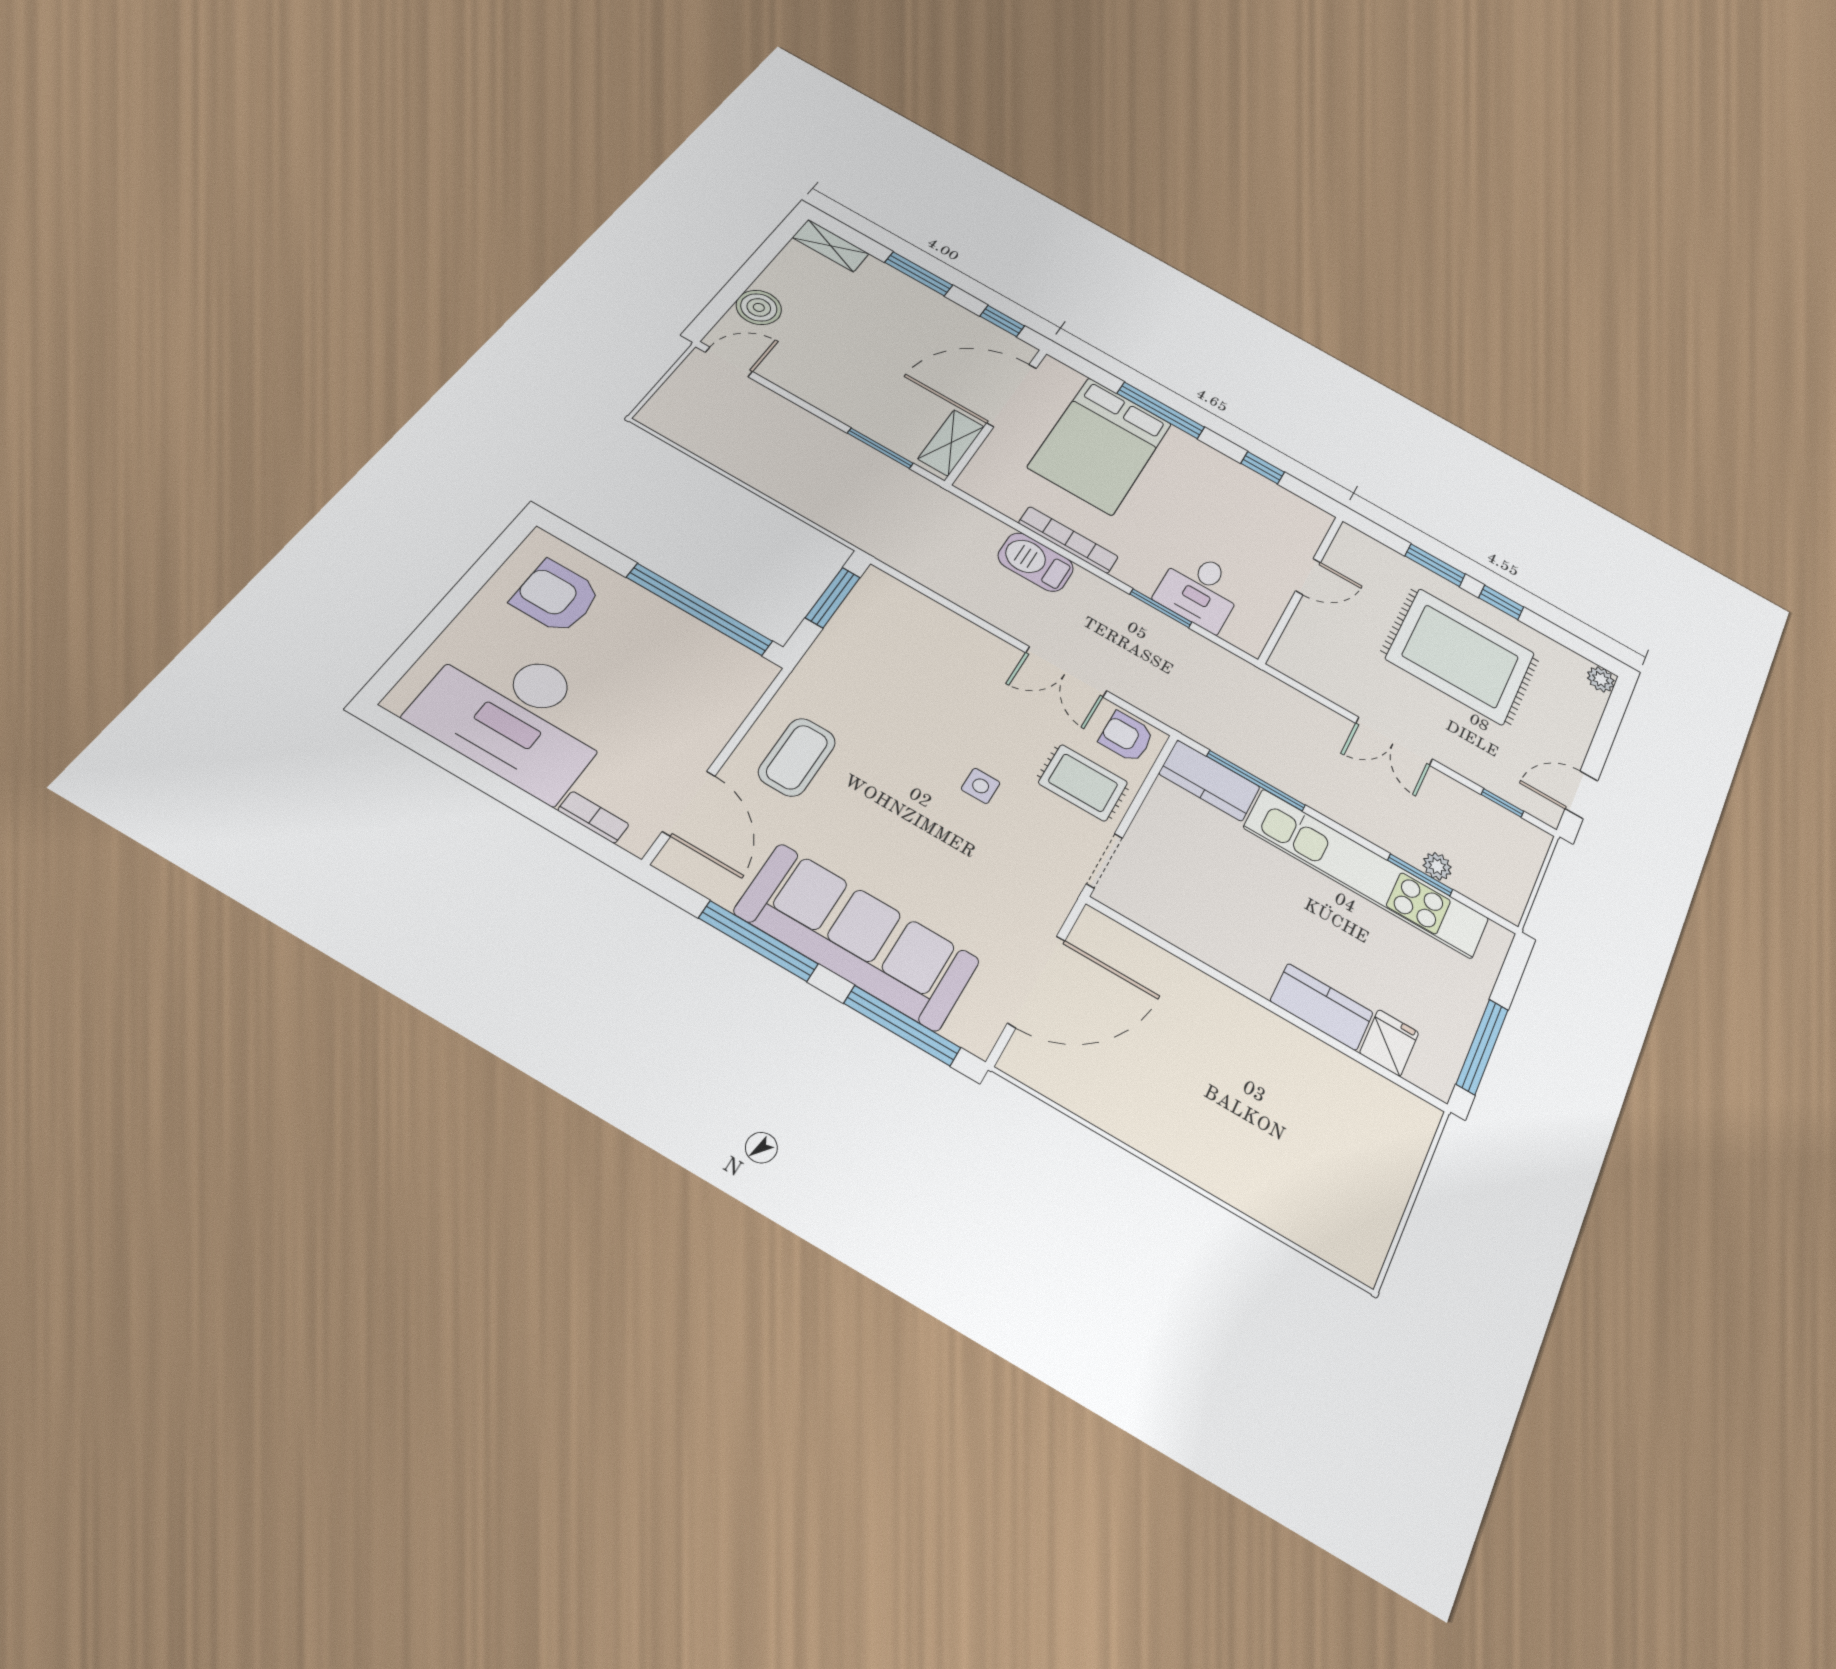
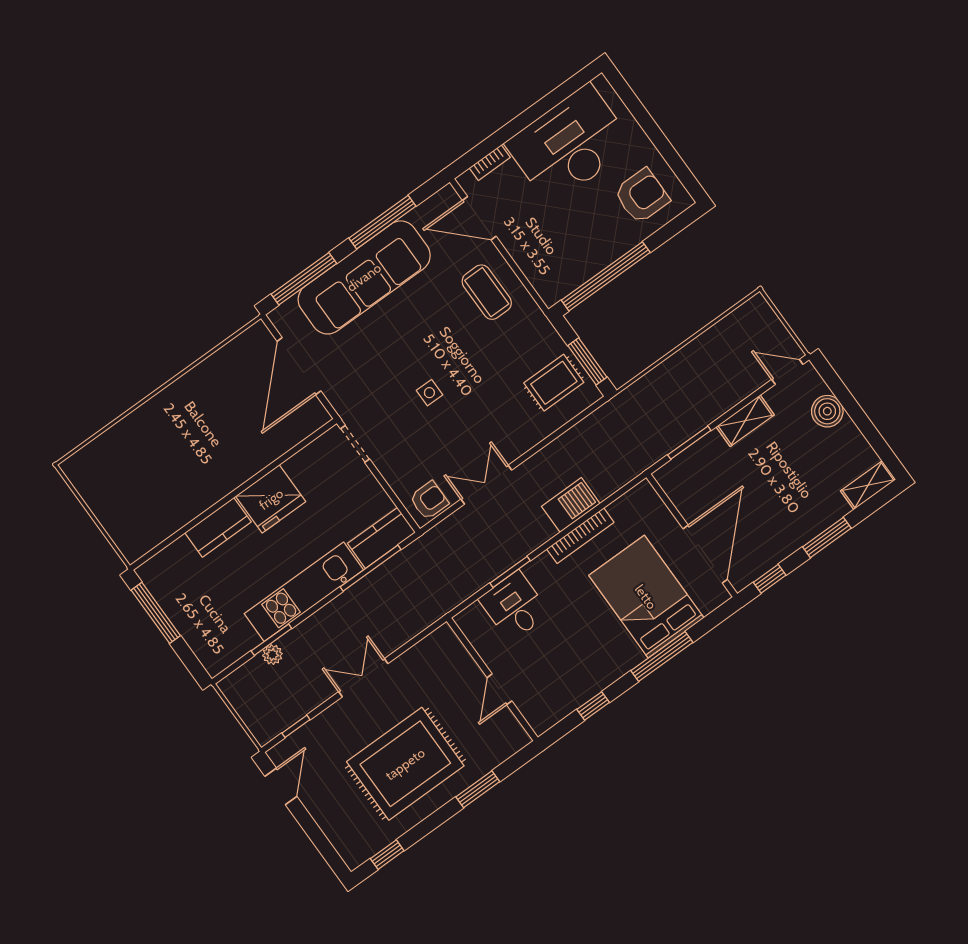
door: (729, 362) -> (787, 372), swing flipped
shelving: (951, 443) -> (745, 421), moved, turned 90
window: (1501, 602) -> (387, 855), moved
plant: (1601, 679) -> (354, 857), removed
rug: (1083, 783) -> (554, 383), moved
kitchen unit: (1366, 873) -> (304, 592), width x0.73
fridge: (1389, 1043) -> (271, 499), moved, width x1.88, depth x1.34

